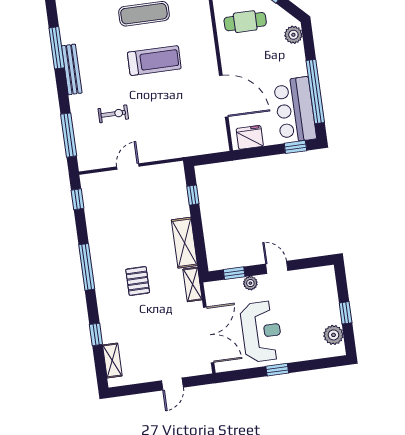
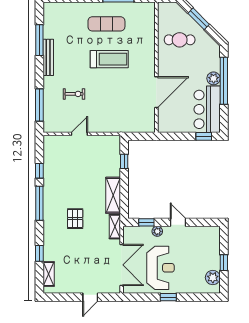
plant: (293, 35) -> (214, 78), moved
window: (315, 92) -> (224, 81), moved
door: (224, 96) -> (156, 92), hinge flipped
fridge: (250, 137) -> (171, 125), removed
window: (77, 199) -> (39, 171), moved

